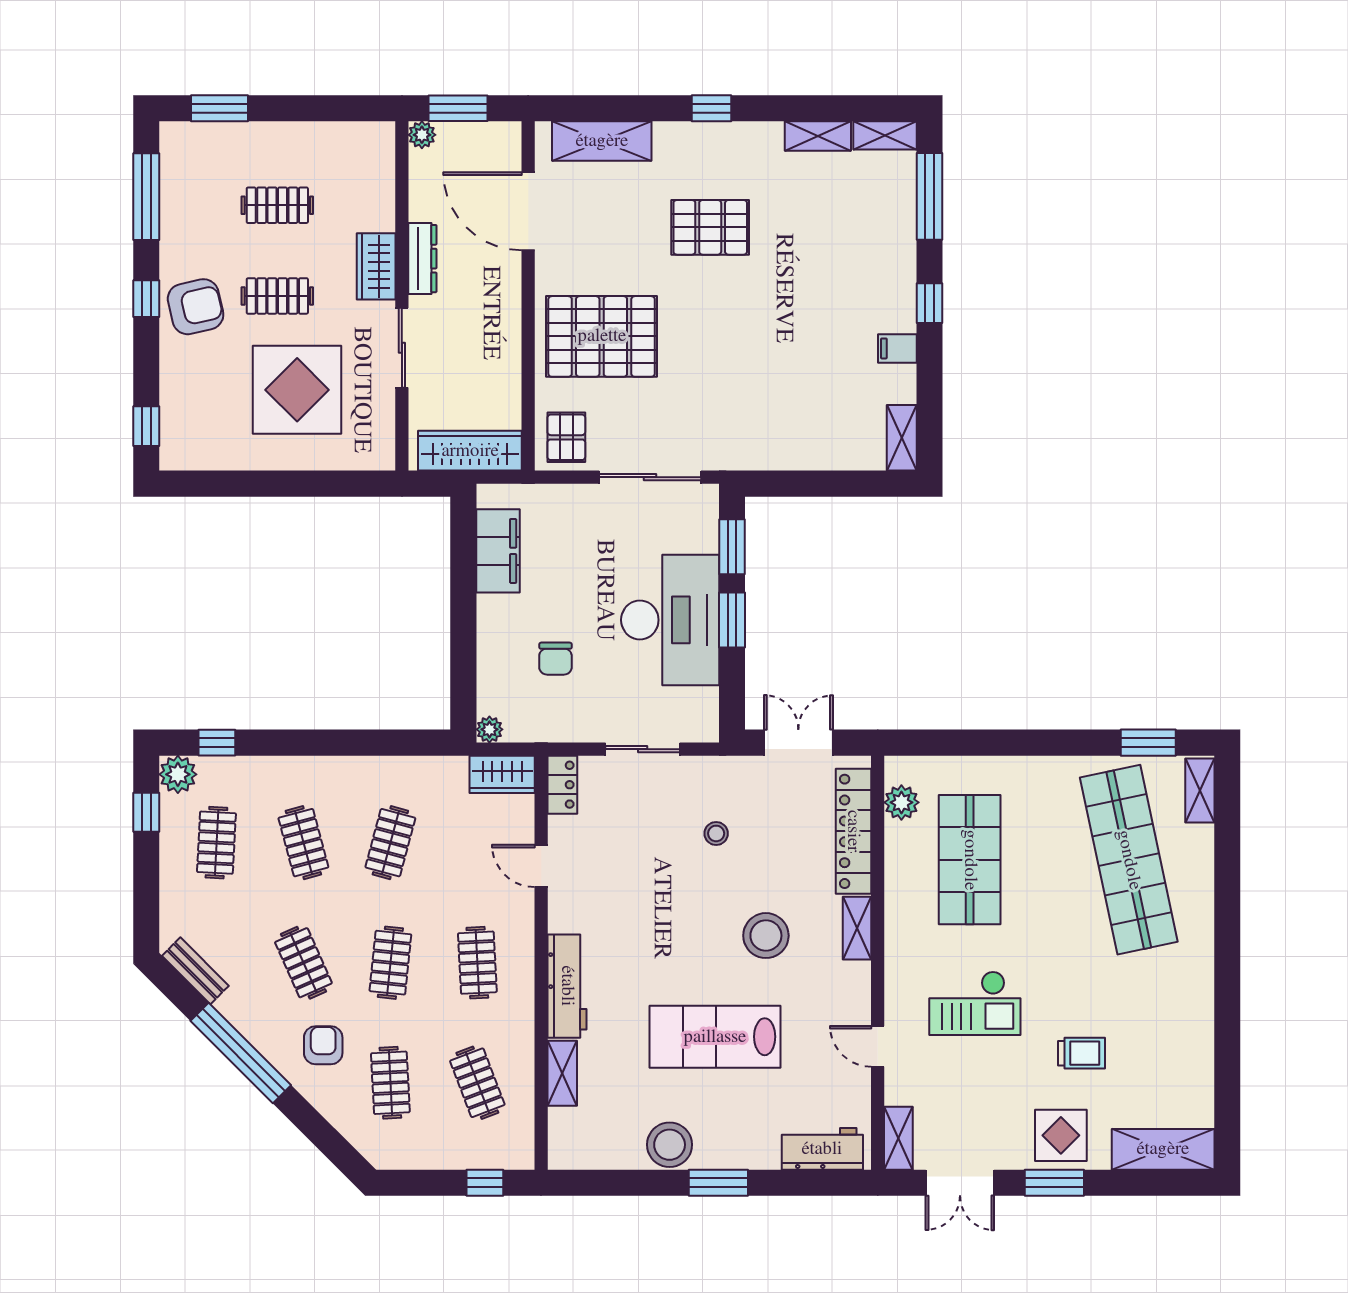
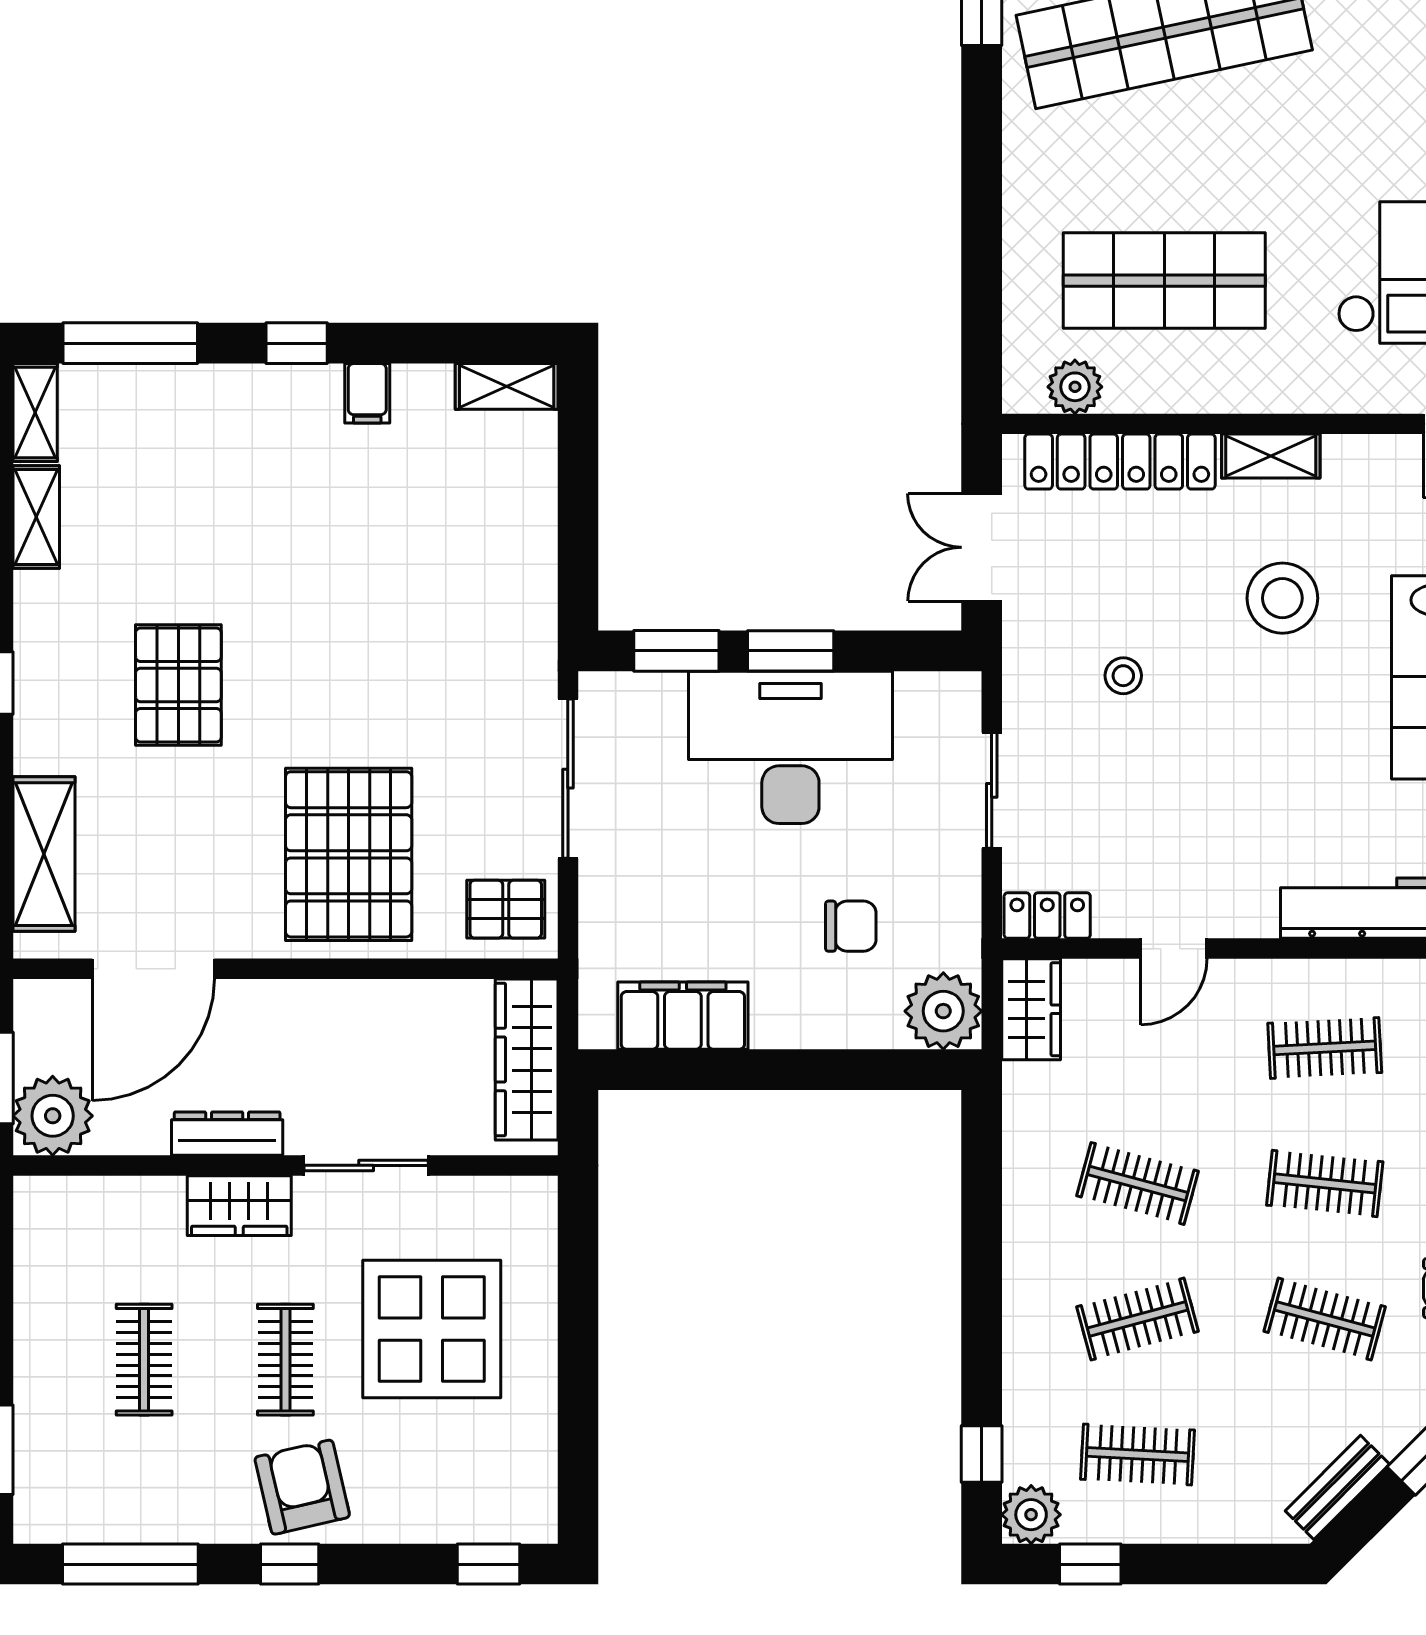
plant: (422, 135) -> (53, 1116), width x1.87, depth x1.87
plant: (489, 729) -> (943, 1011), width x1.87, depth x1.87
clothes rail: (303, 963) -> (1325, 1319), turned 39

